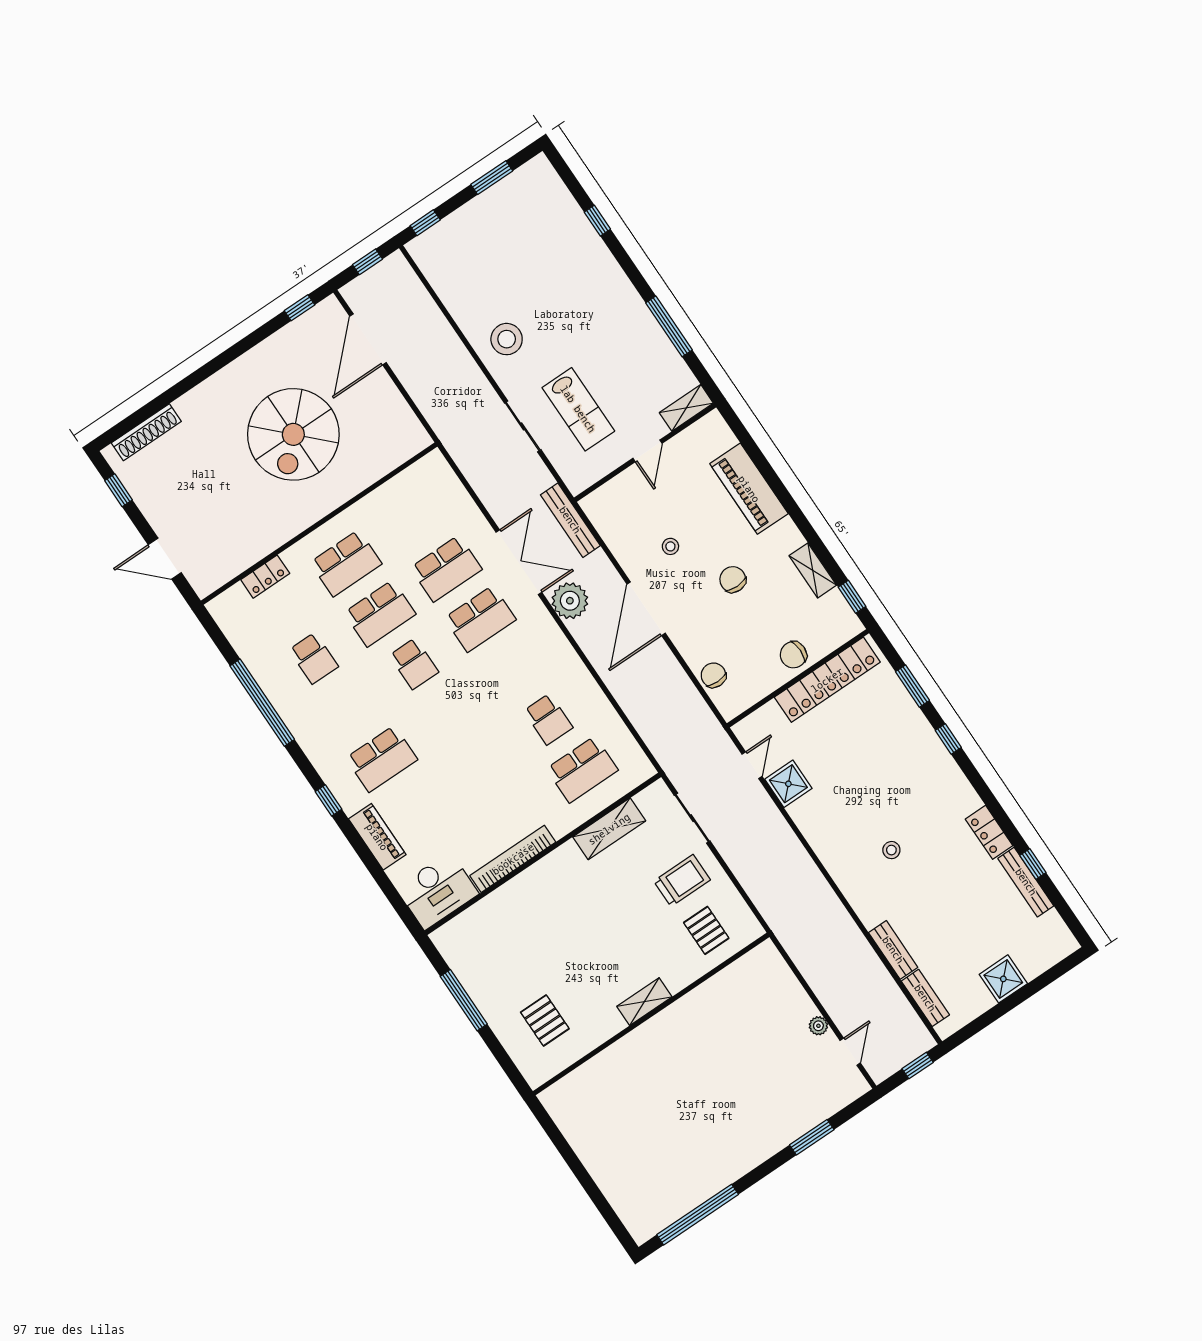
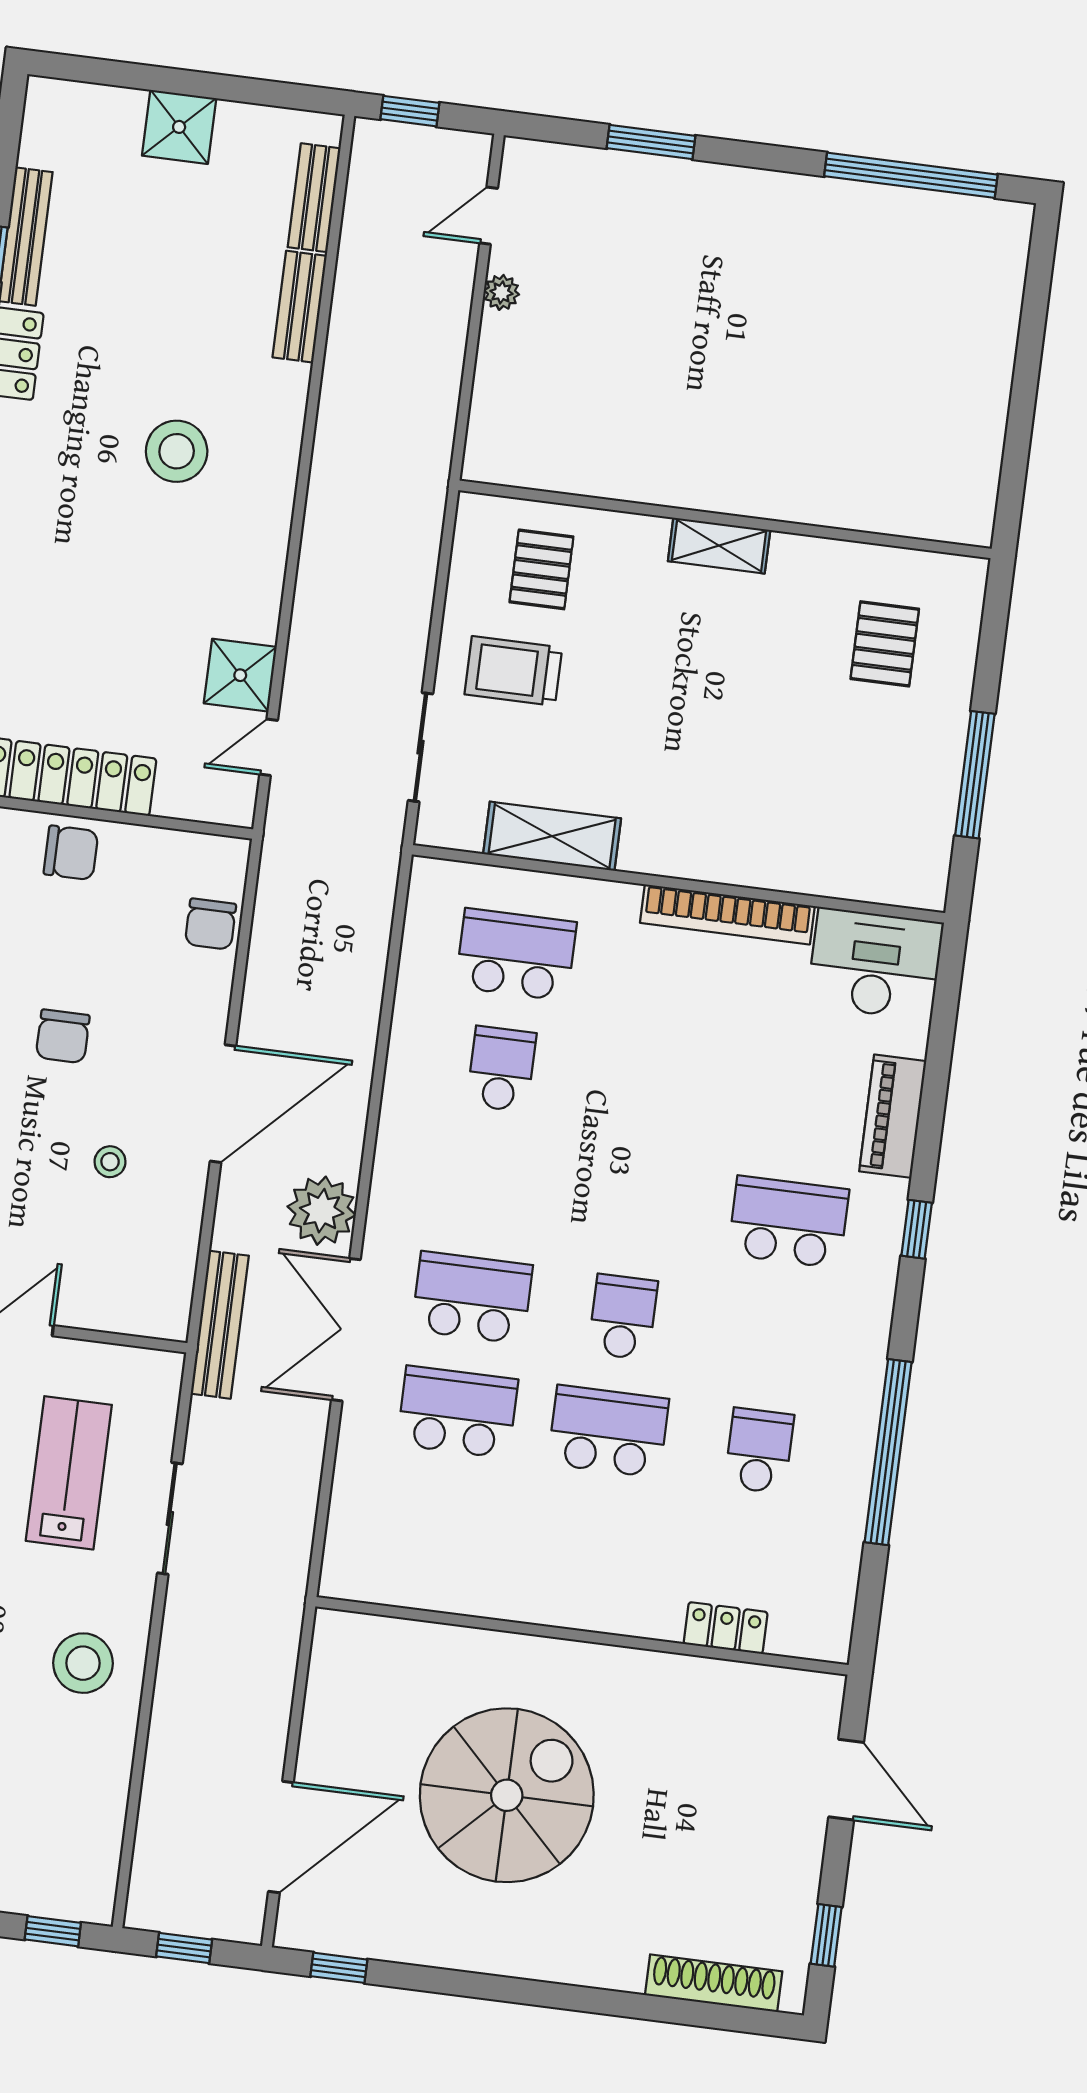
school desk: (346, 563) -> (594, 1546), removed
stool: (891, 850) -> (177, 451), width x1.89, depth x1.89

